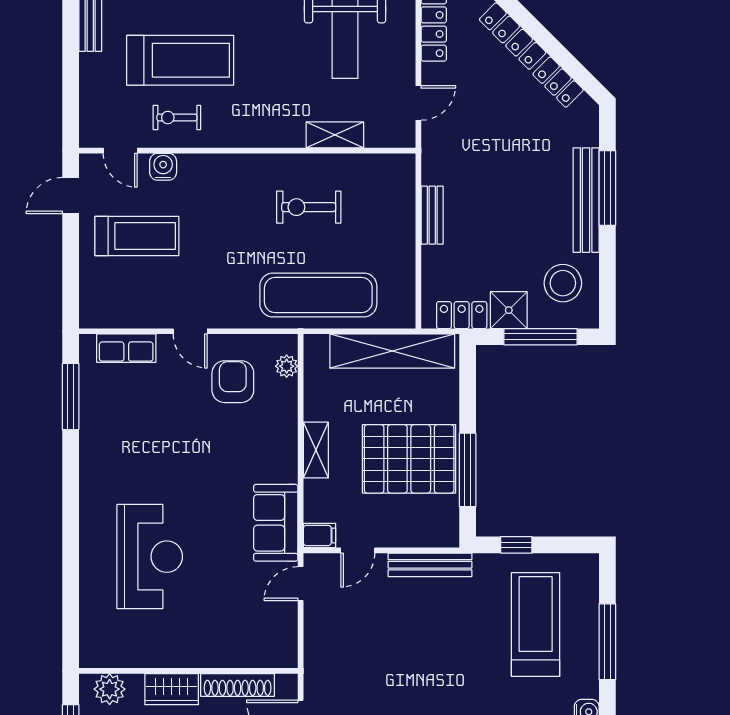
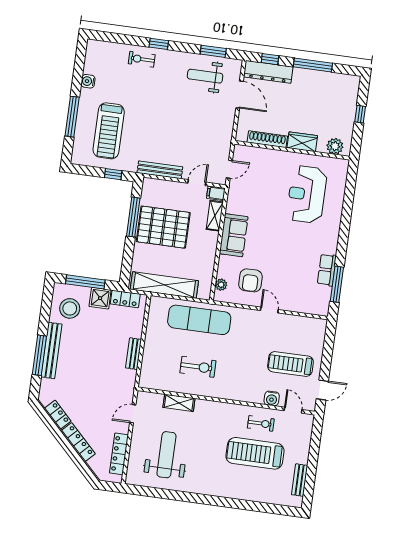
row of seats: (126, 348) -> (327, 270), moved, turned -90
shelving: (316, 450) -> (215, 216), moved
sofa: (276, 523) -> (234, 235), moved
wall: (188, 671) -> (292, 150), moved
shoe rack: (238, 685) -> (267, 139), moved
plant: (110, 689) -> (335, 146), moved
wardrobe: (172, 689) -> (302, 142), moved

